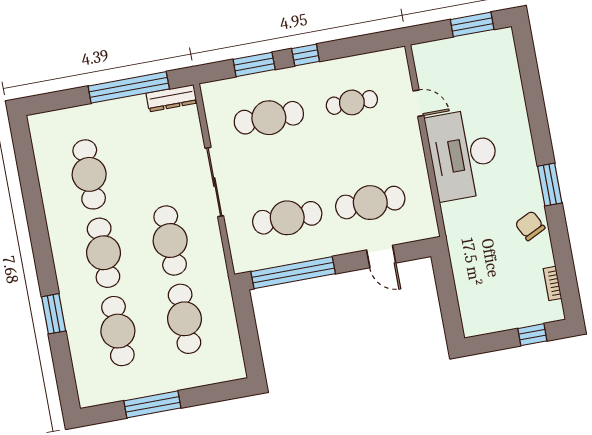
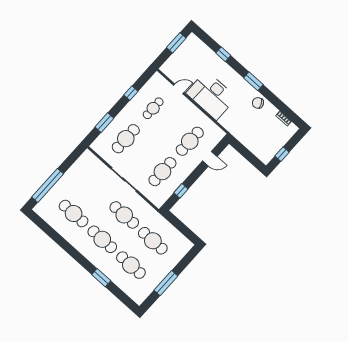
window: (306, 55) -> (131, 93), moved
window: (129, 87) -> (48, 185), moved
dresser: (171, 98) -> (83, 160), removed
window: (535, 102) -> (223, 54), added
window: (293, 273) -> (181, 191), width x0.32
window: (532, 335) -> (282, 154), moved

